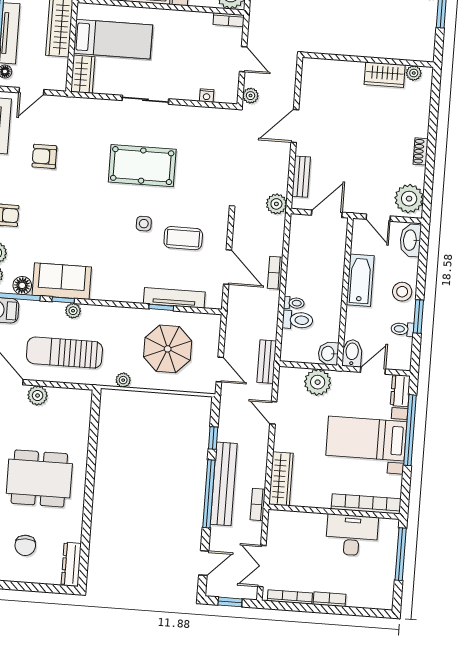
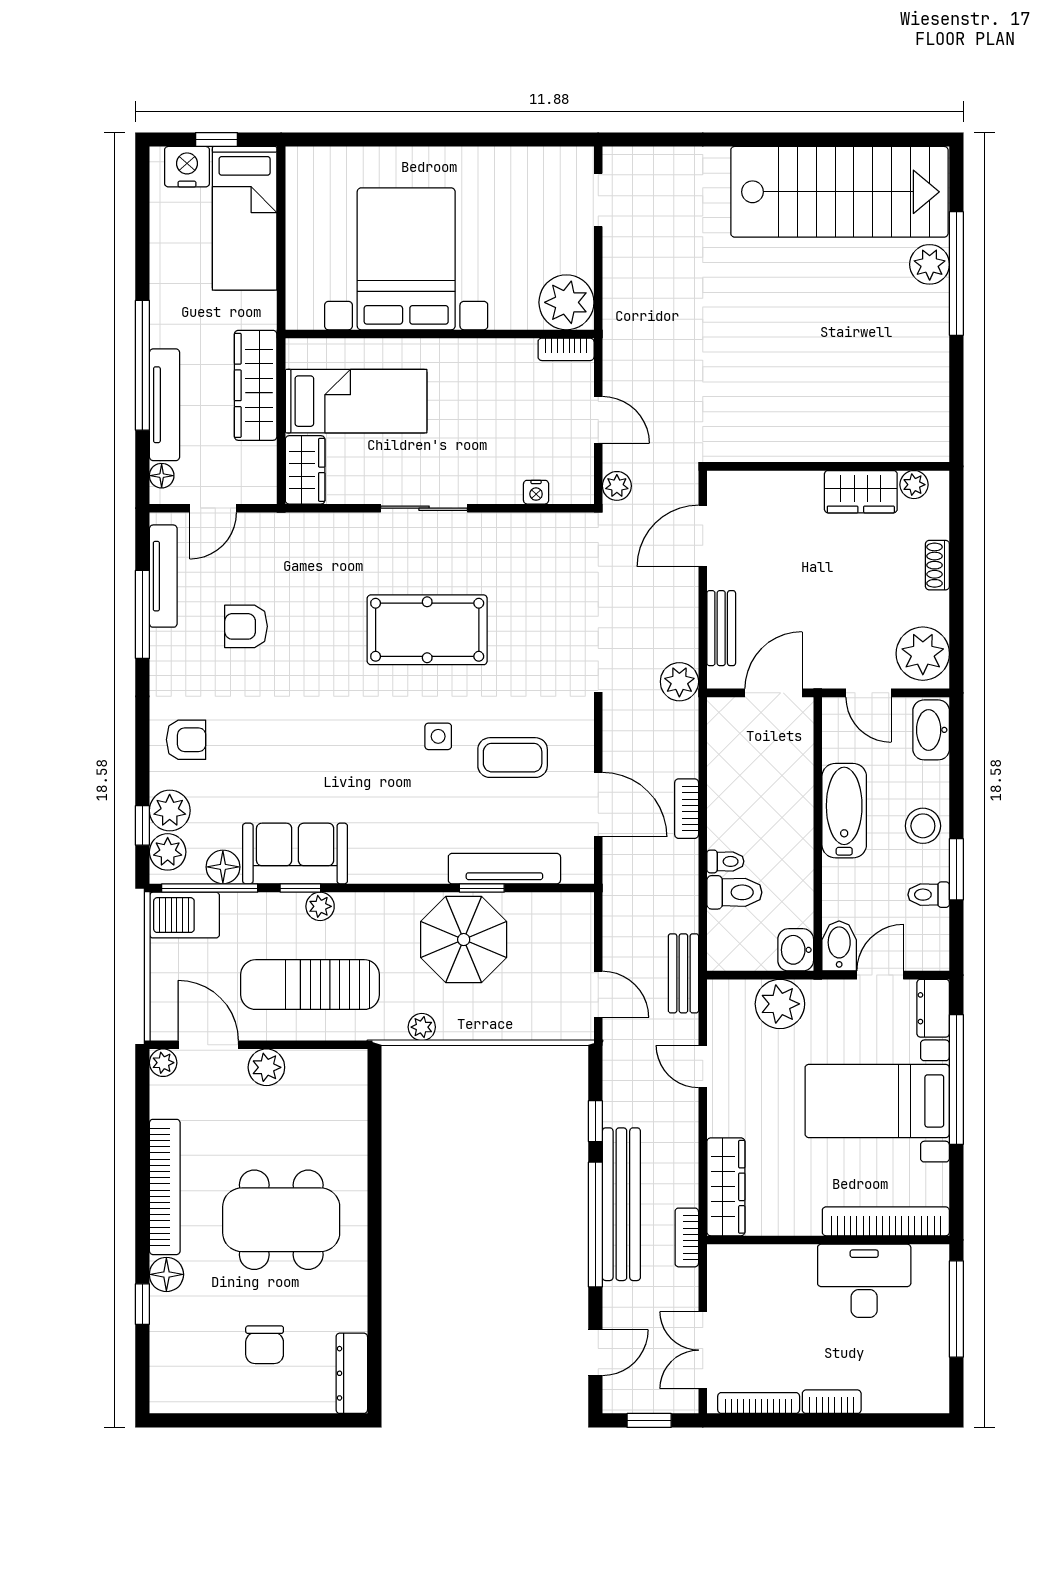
wall: (368, 60) -> (828, 466), moved
plant: (414, 73) -> (914, 485), moved
wardrobe: (385, 75) -> (861, 492), moved
parasol: (168, 349) -> (464, 940), moved

